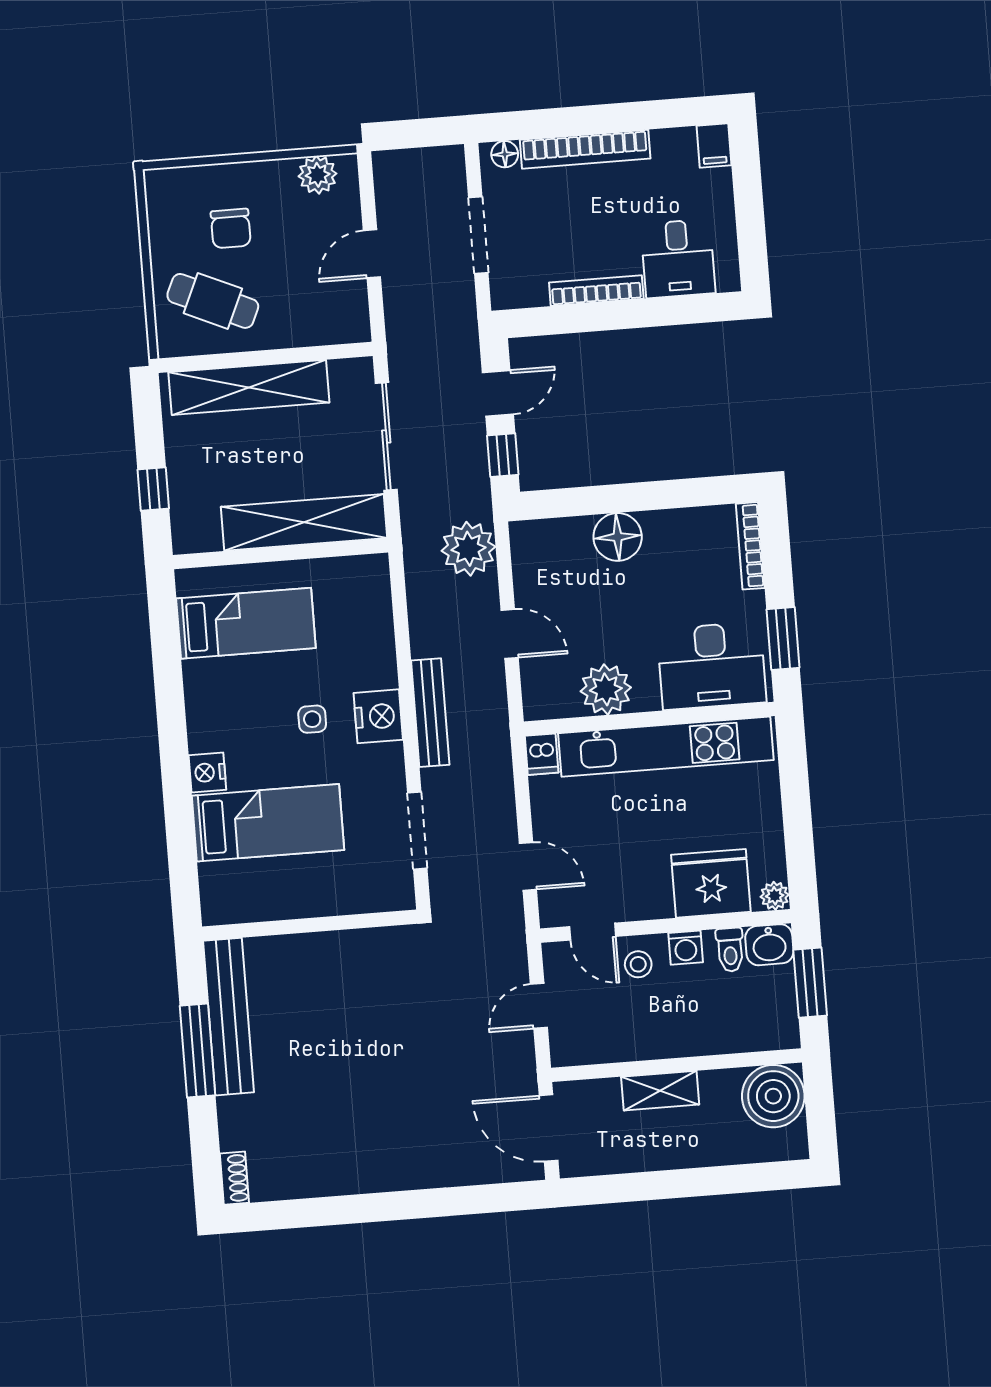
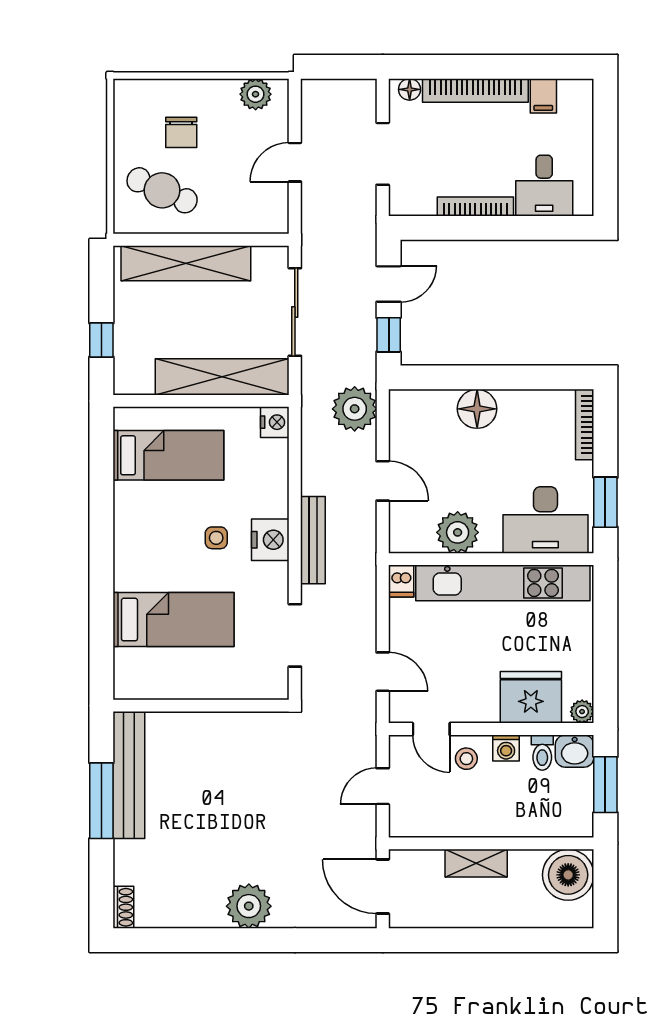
filing cabinet: (714, 146) -> (543, 96), moved
nightstand: (207, 772) -> (275, 422), moved, turned 180
plant: (387, 1165) -> (249, 906), added

